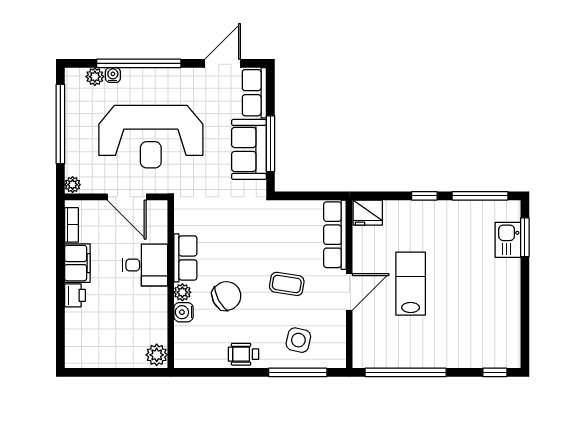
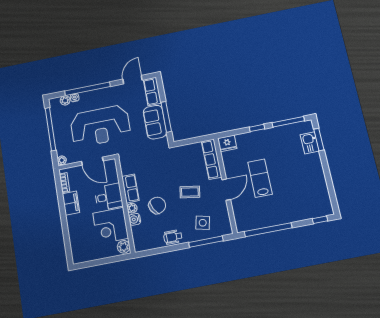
printer: (75, 295) -> (72, 222), removed
corner desk: (140, 315) -> (111, 226), added

